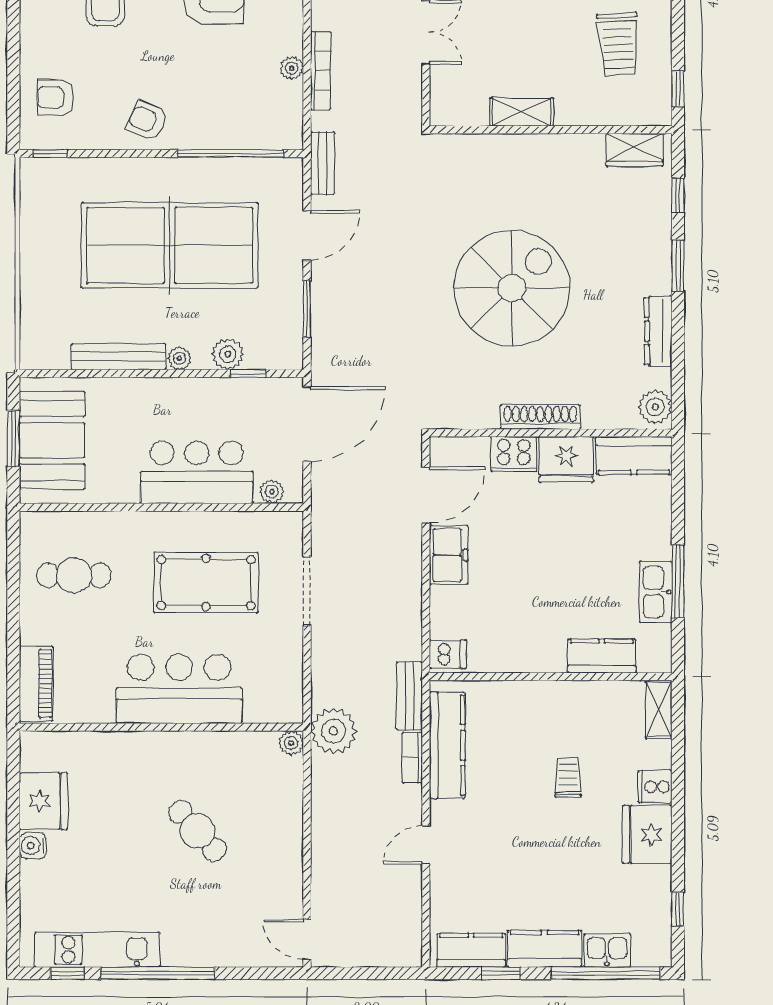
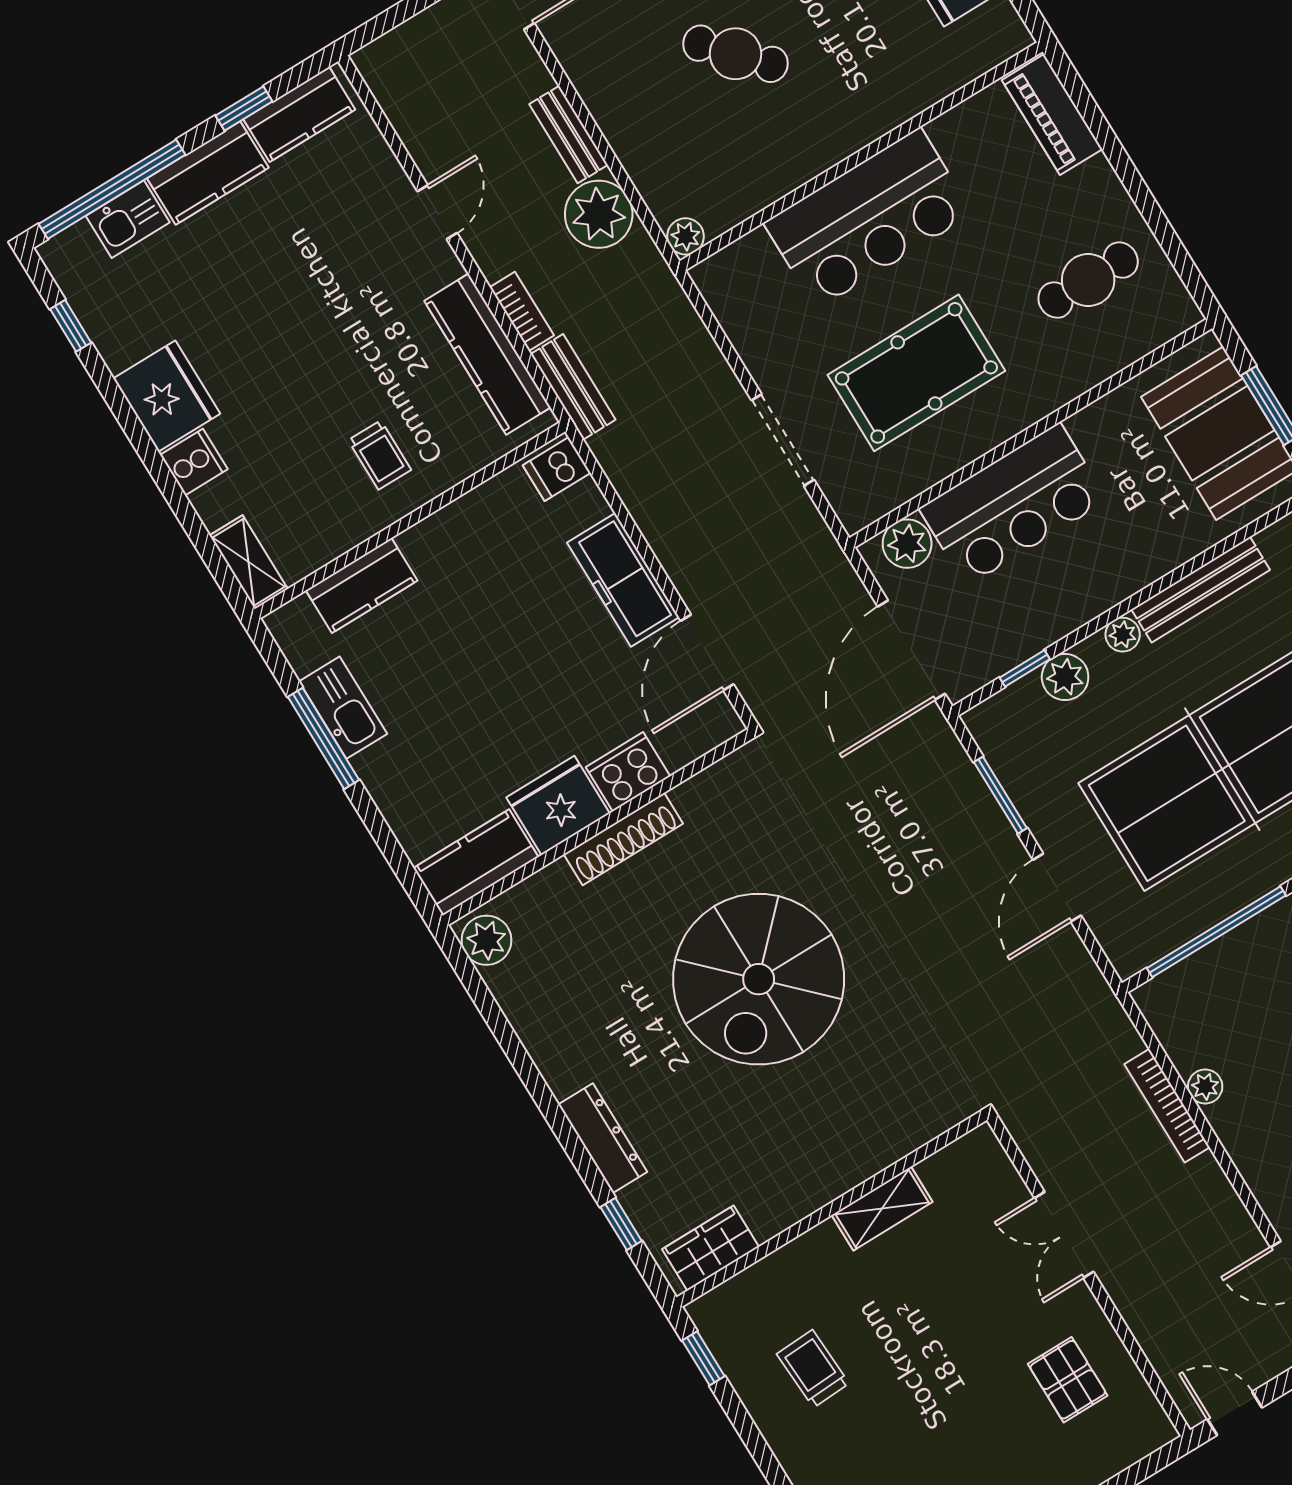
trolley: (618, 44) -> (813, 1369), width x0.73, depth x0.72
bench: (323, 163) -> (569, 135), moved
window: (678, 266) -> (567, 1136), removed
dresser: (658, 331) -> (603, 1138), moved
plant: (272, 492) -> (907, 544), width x1.38, depth x1.38
freezer: (449, 555) -> (623, 580), width x1.40
plant: (333, 731) -> (599, 214), moved
trolley: (568, 778) -> (380, 455), moved

